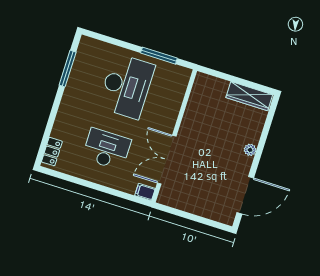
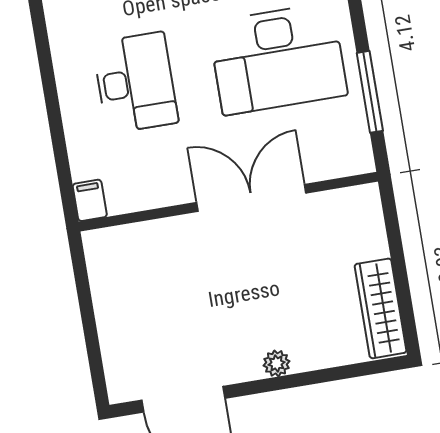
double door: (167, 160) -> (251, 198), moved

